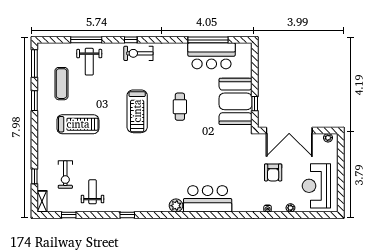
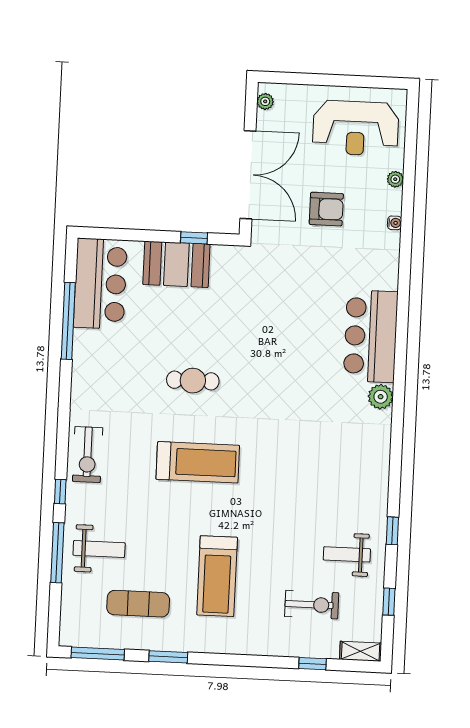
window: (131, 40) -> (60, 492), moved
bar counter: (211, 56) -> (100, 284), moved
booth: (236, 101) -> (176, 264), width x0.73, depth x0.70
treadmill: (78, 124) -> (217, 576), turned 180
window: (127, 215) -> (392, 531), moved

